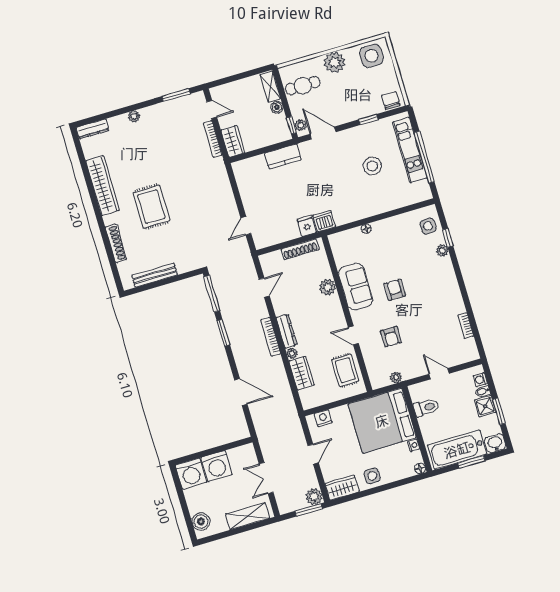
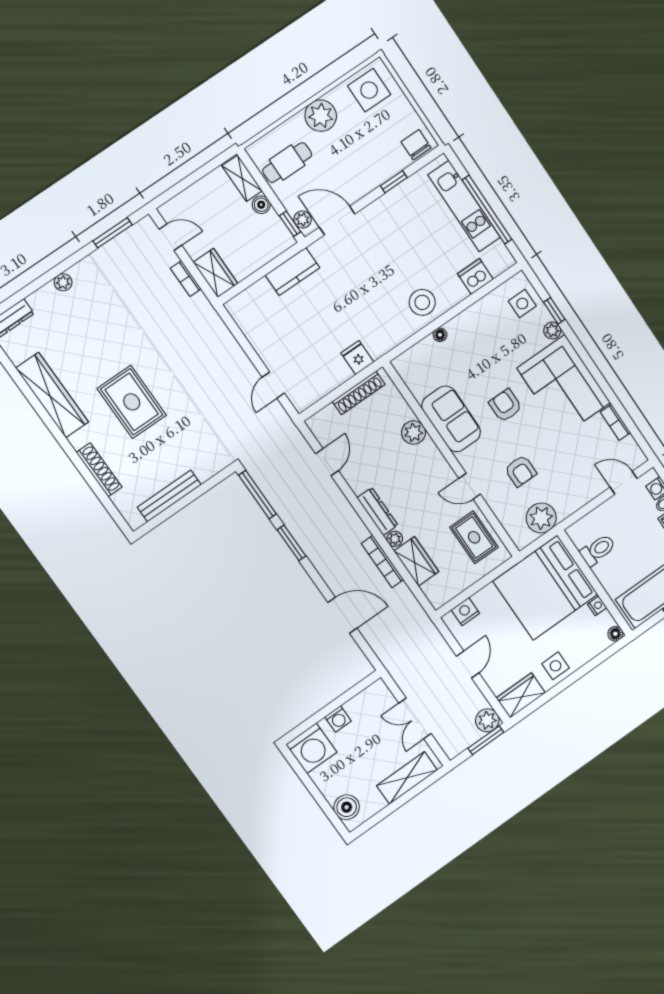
bookcase: (213, 139) -> (186, 279), width x0.64
stool: (372, 166) -> (422, 302), moved
dishwasher: (324, 221) -> (475, 276), moved
corner sofa: (438, 289) -> (564, 385), added
bookcase: (271, 337) -> (382, 562), moved
door: (439, 374) -> (624, 483), moved
plant: (396, 378) -> (541, 518), width x1.87, depth x1.87
washing machine: (217, 466) -> (338, 719), width x0.53, depth x0.53

